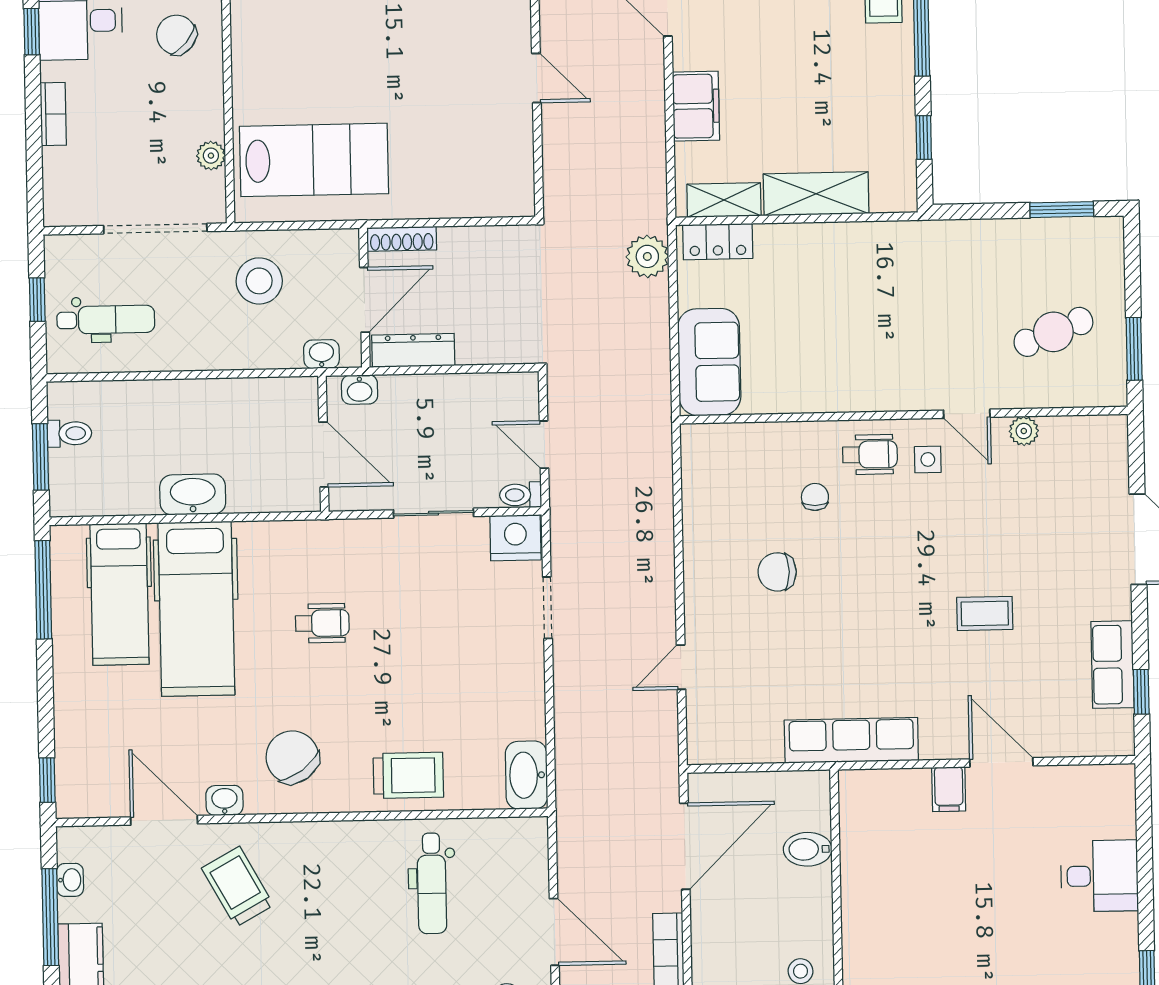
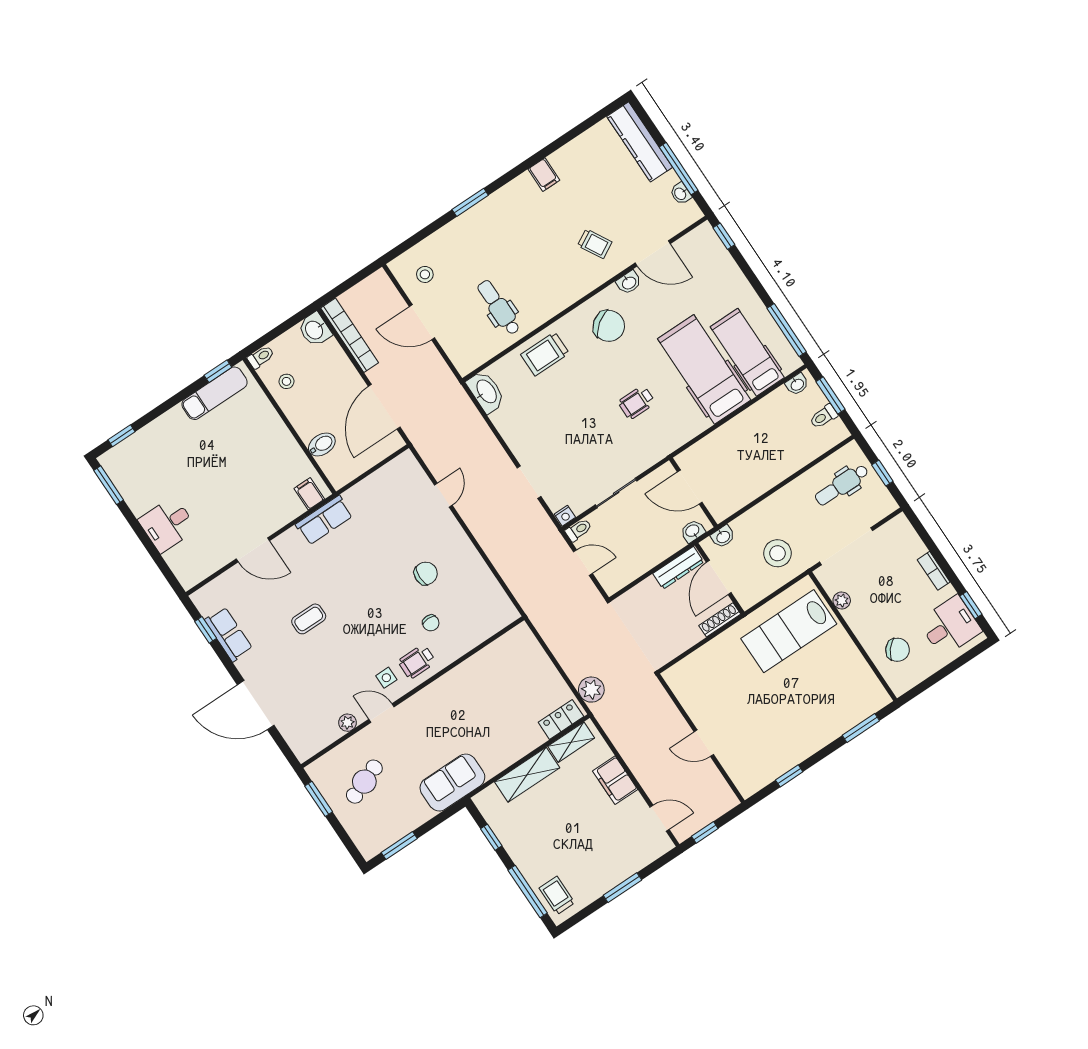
sofa: (709, 362) -> (452, 783), moved, turned 90
washbasin: (193, 494) -> (797, 384), moved, width x0.52, depth x0.69
nightstand: (515, 538) -> (565, 516), width x0.53, depth x0.56
row of seats: (851, 740) -> (324, 520), width x0.68
filing cabinet: (949, 789) -> (309, 494), moved
trolley: (238, 887) -> (595, 244), width x0.73, depth x0.72

